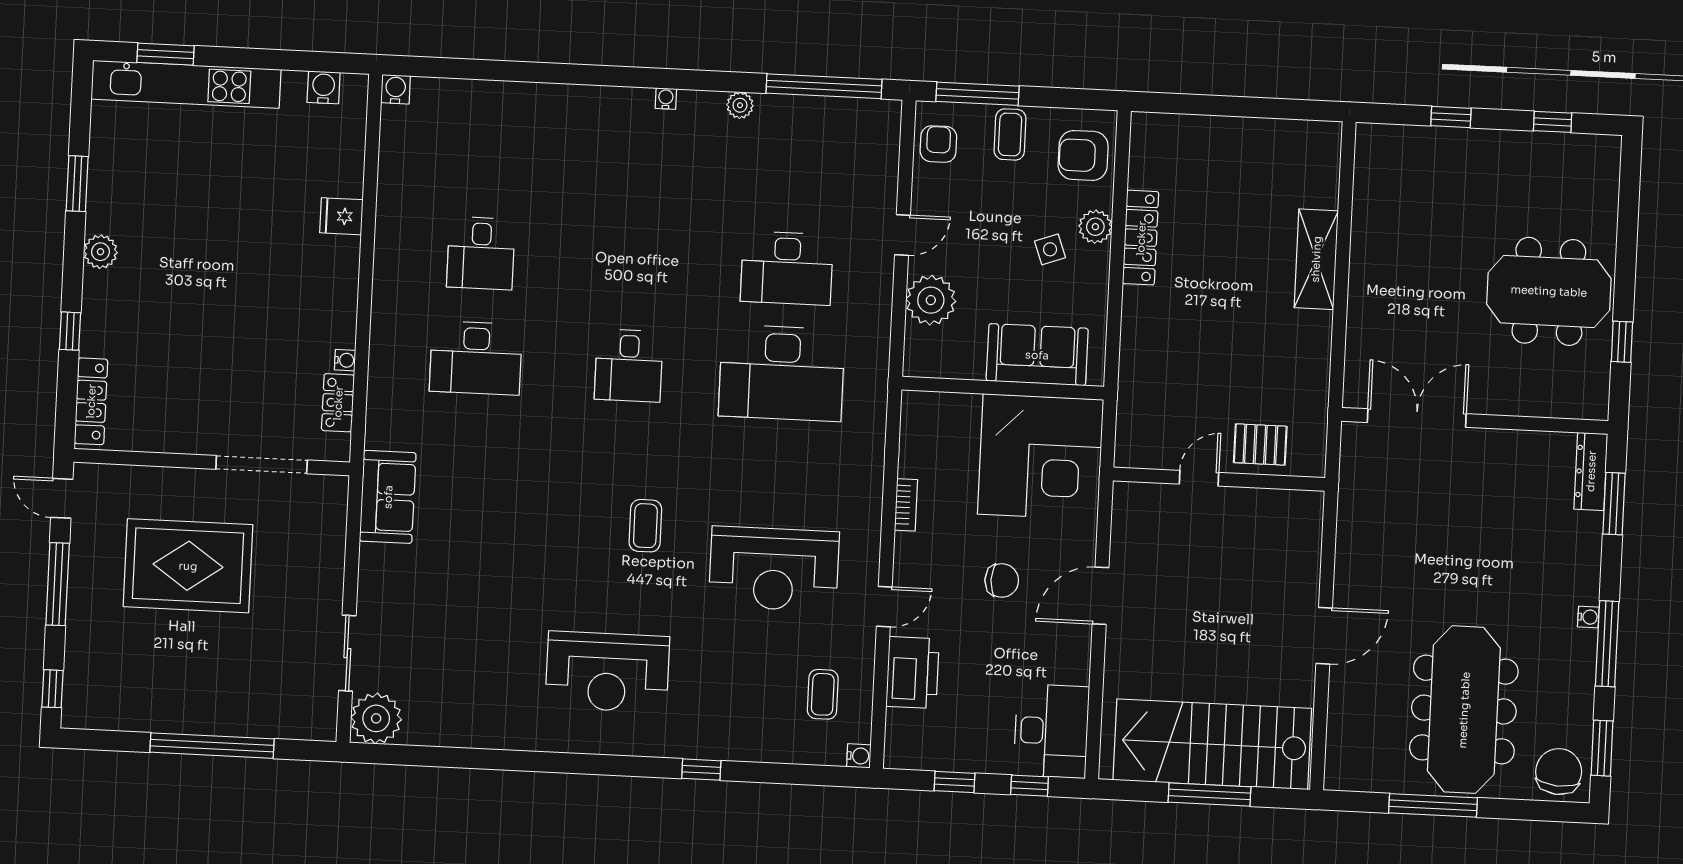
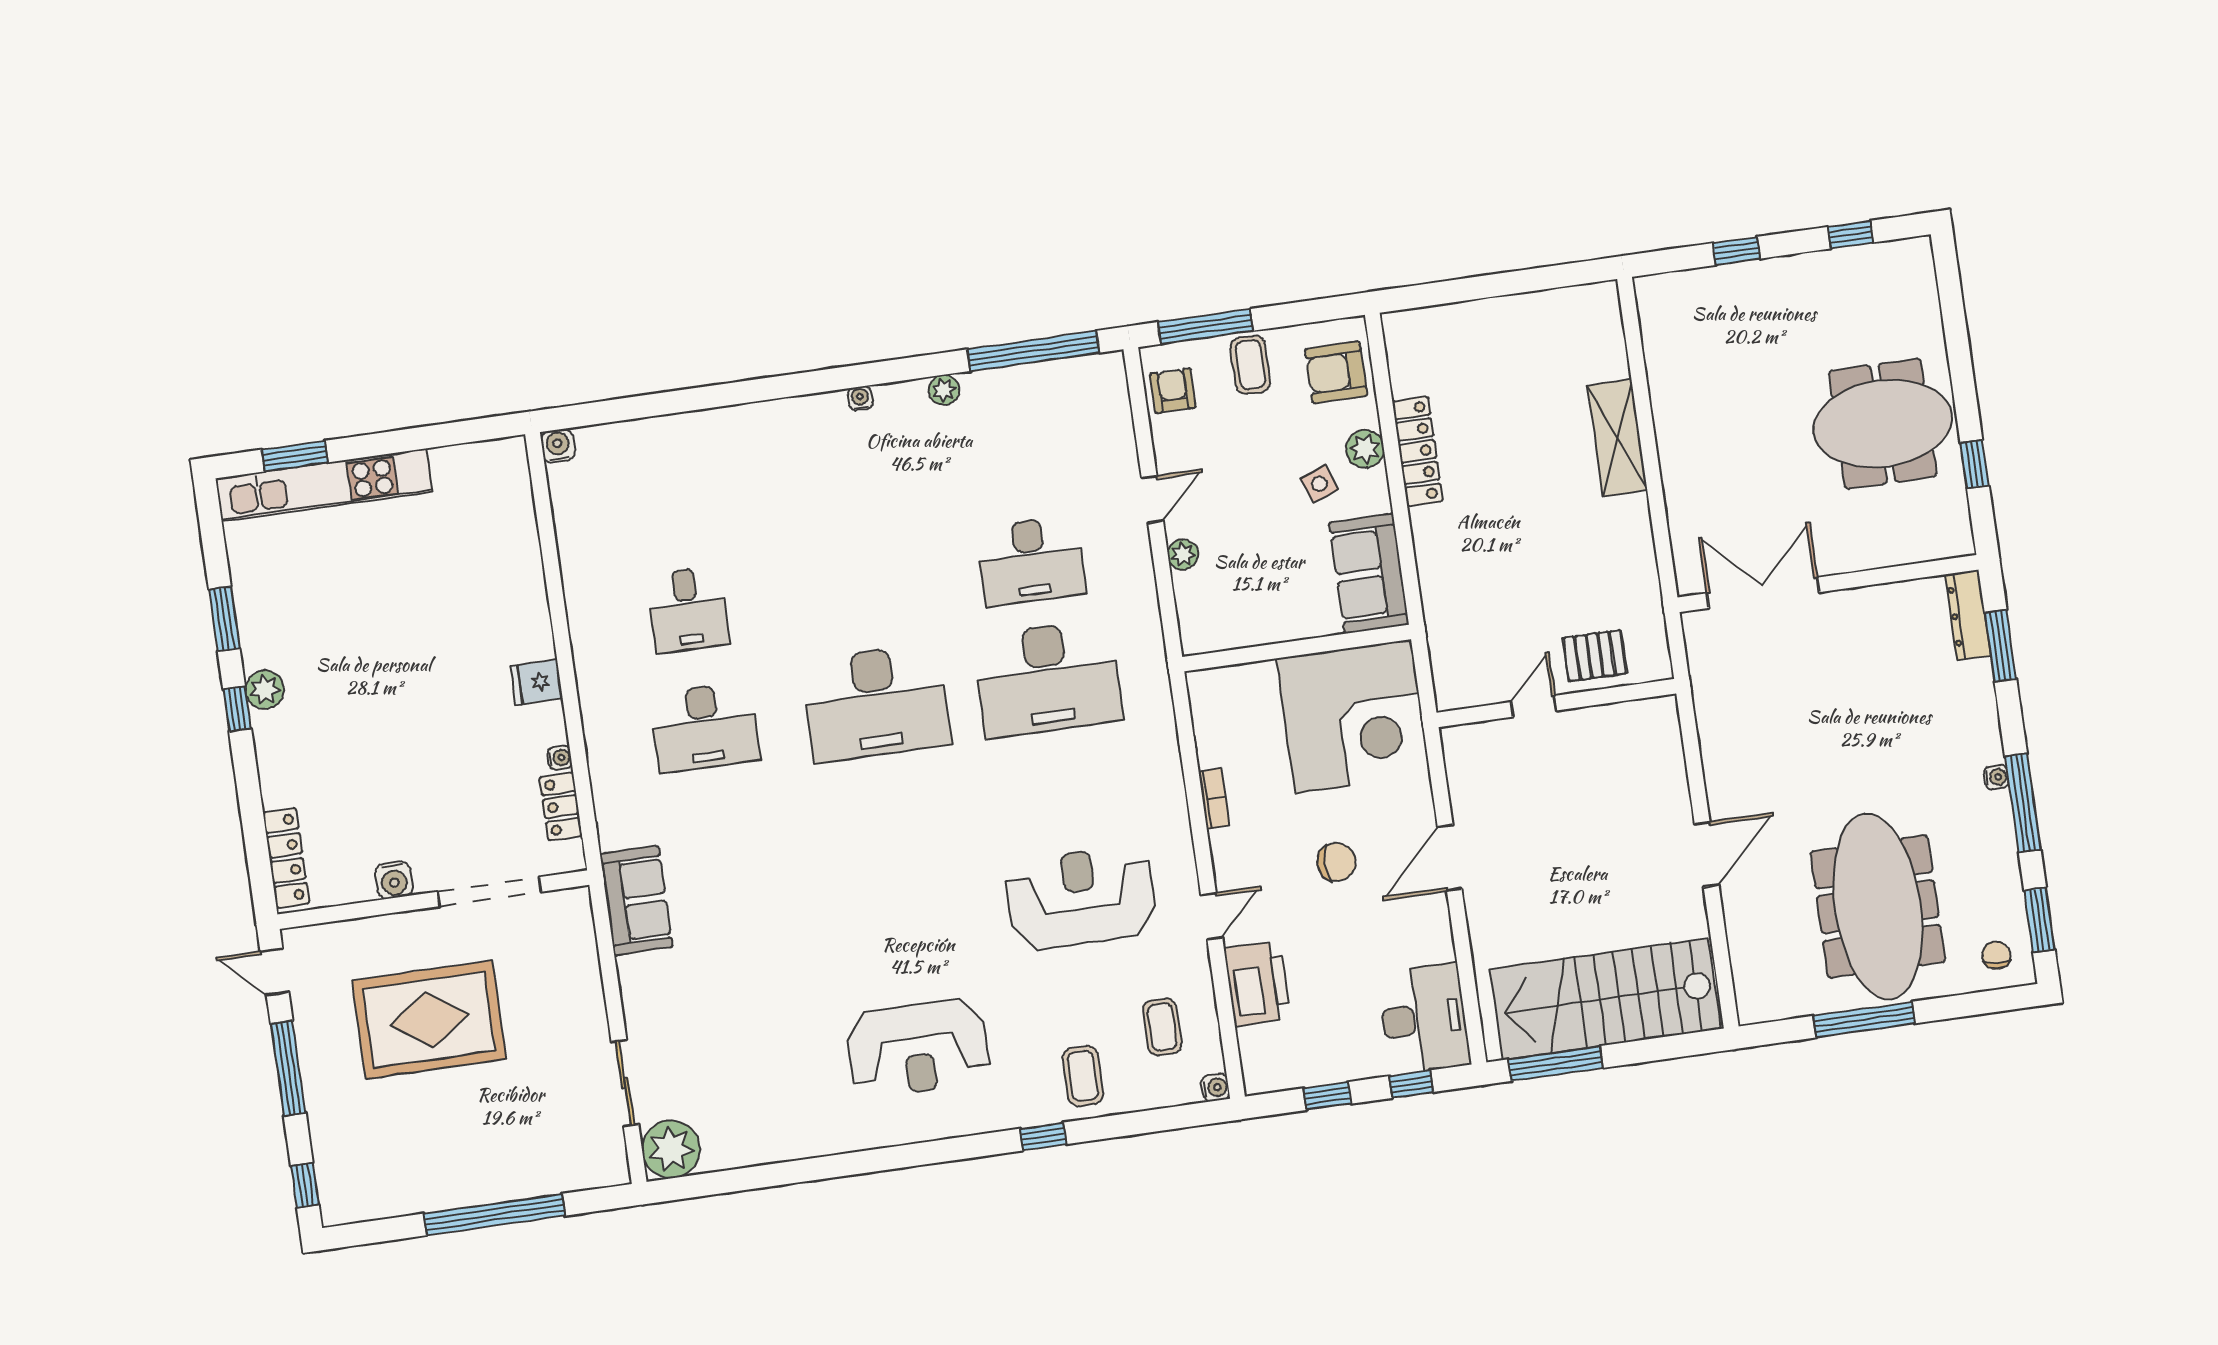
water cooler: (324, 87) -> (394, 880), moved, turned 180
fridge: (341, 216) -> (537, 682), moved
plant: (931, 300) -> (1183, 554), width x0.53, depth x0.53
window: (70, 331) -> (237, 709), moved
sofa: (1037, 355) -> (1369, 574), moved, turned -90
desk: (629, 365) -> (876, 703), width x1.87, depth x1.30
coffee table: (645, 526) -> (1083, 1076), moved
reception desk: (774, 569) -> (1081, 898), turned 180
chair: (1559, 772) -> (1996, 955), width x0.54, depth x0.54
window: (1210, 794) -> (1556, 1064), moved

